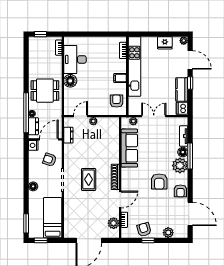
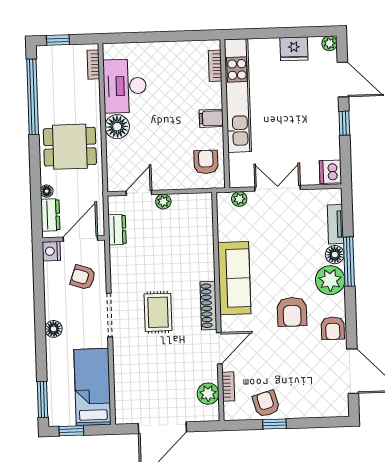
kitchen counter: (182, 90) -> (329, 136), removed
window: (26, 113) -> (33, 97), moved
sofa: (129, 148) -> (234, 278), moved
plant: (168, 233) -> (312, 408), removed

